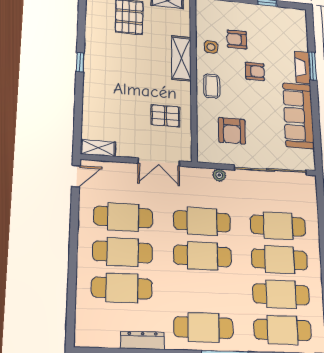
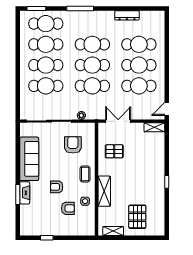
cafe table: (204, 328) -> (92, 44), moved

